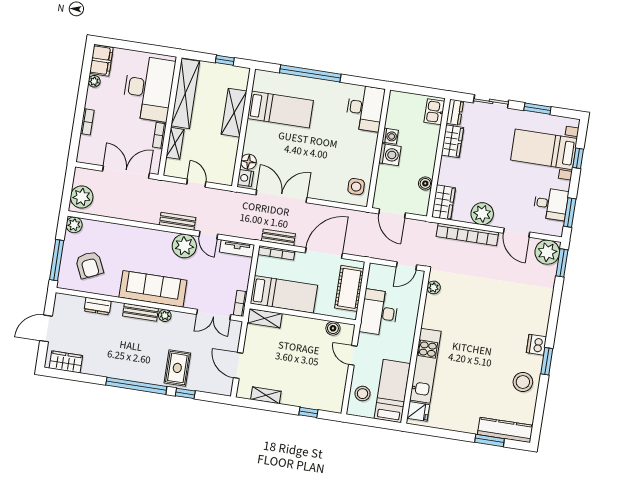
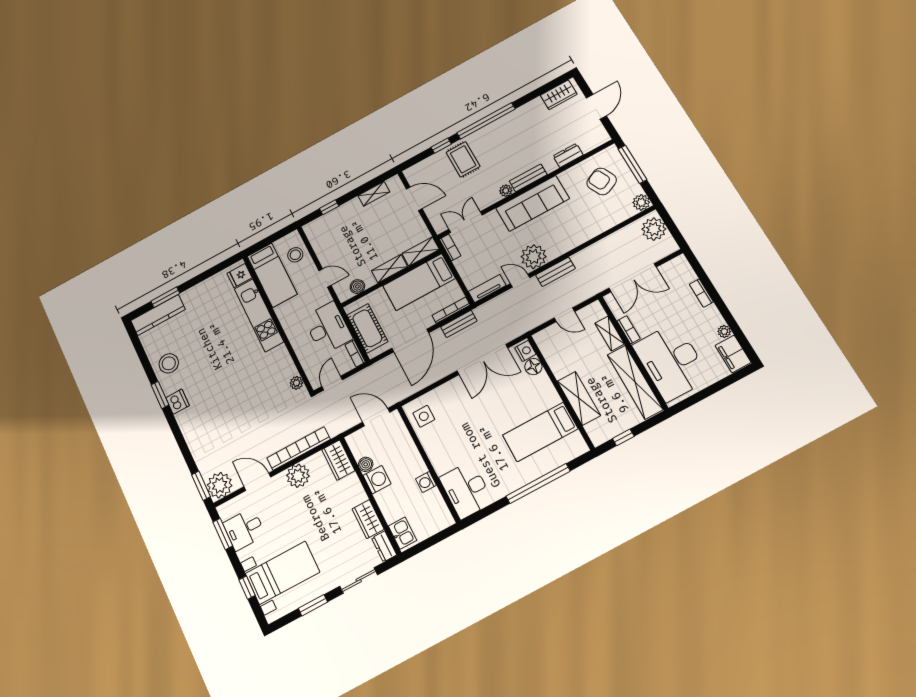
washing machine: (390, 155) -> (377, 480), moved, turned 180
bookcase: (373, 276) -> (355, 353), added
shelving: (298, 323) -> (389, 269), added

